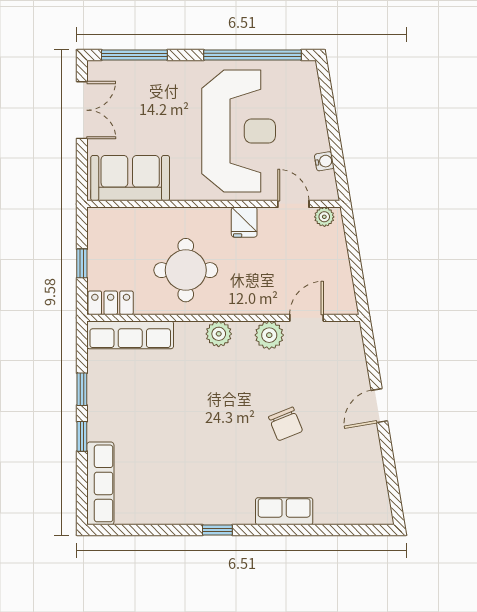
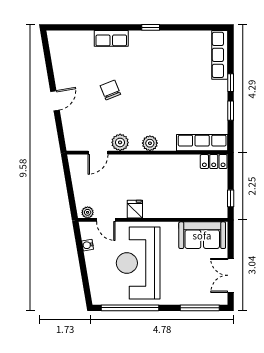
window: (82, 263) -> (231, 198), moved
round table: (186, 270) -> (169, 181), removed

